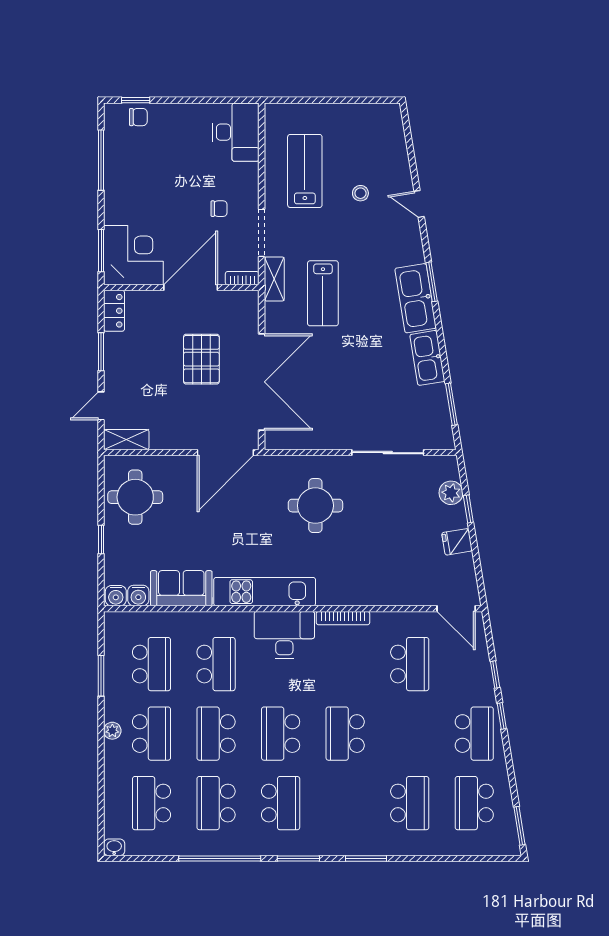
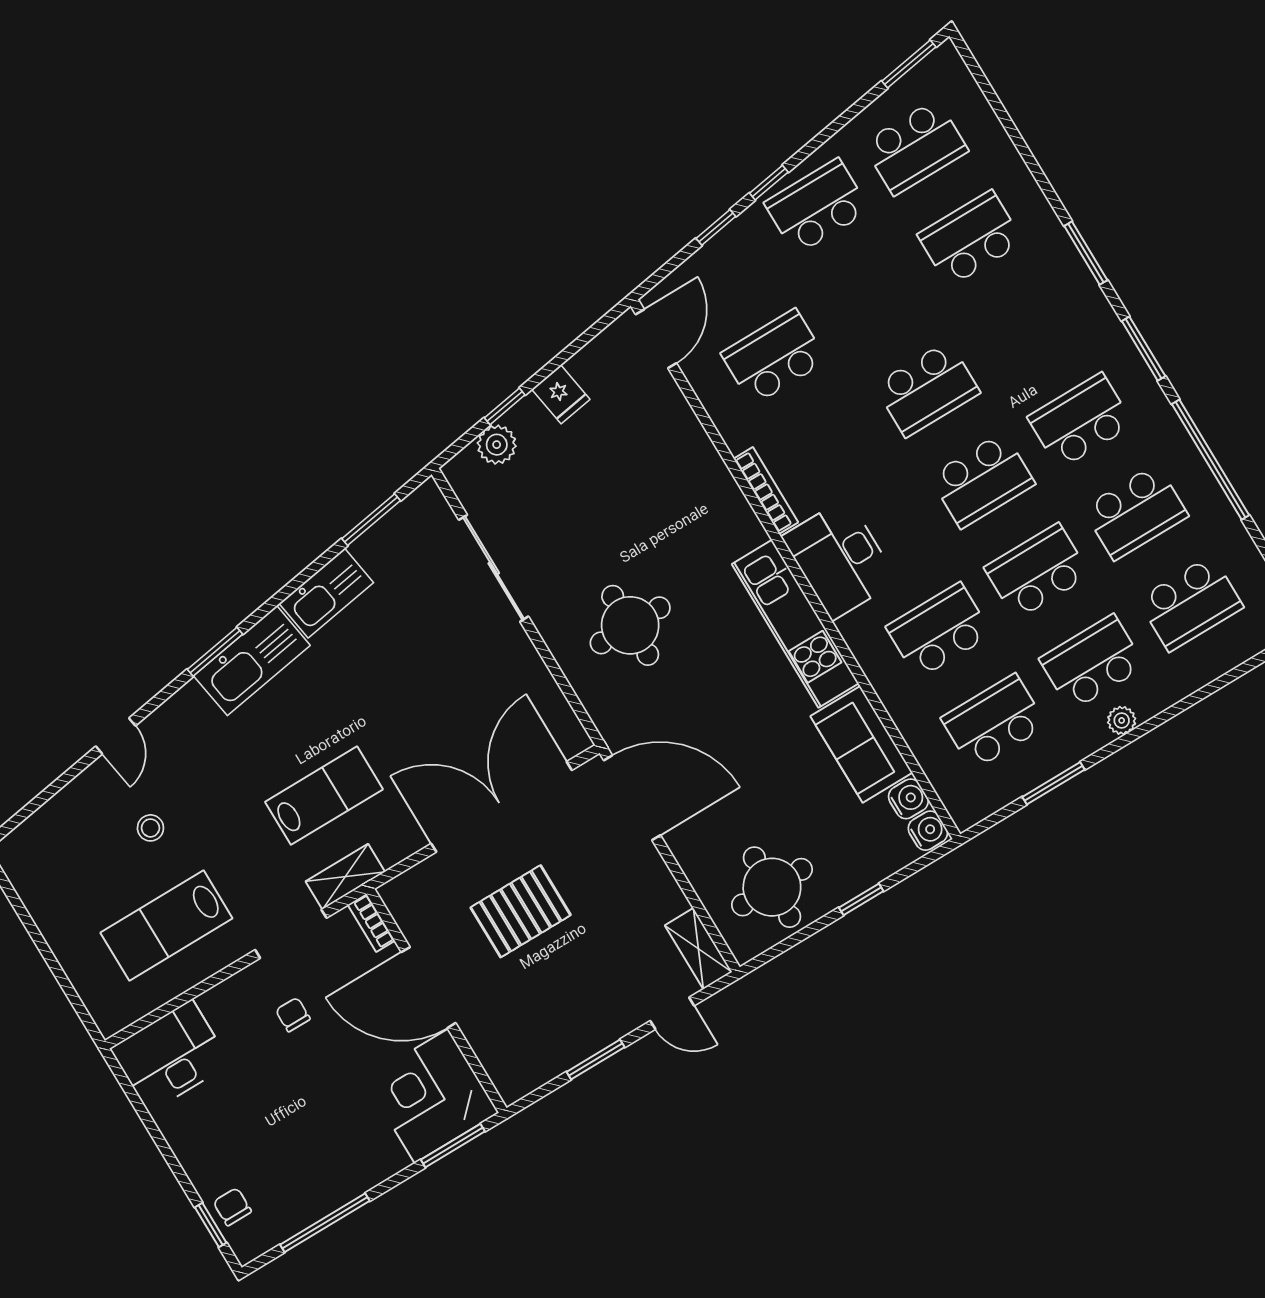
locker: (114, 311) -> (527, 1076), removed
school desk: (216, 734) -> (1037, 571), turned 180

